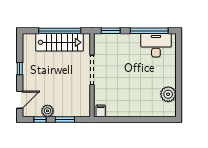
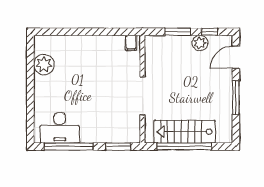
window: (20, 69) -> (236, 98), width x2.17

